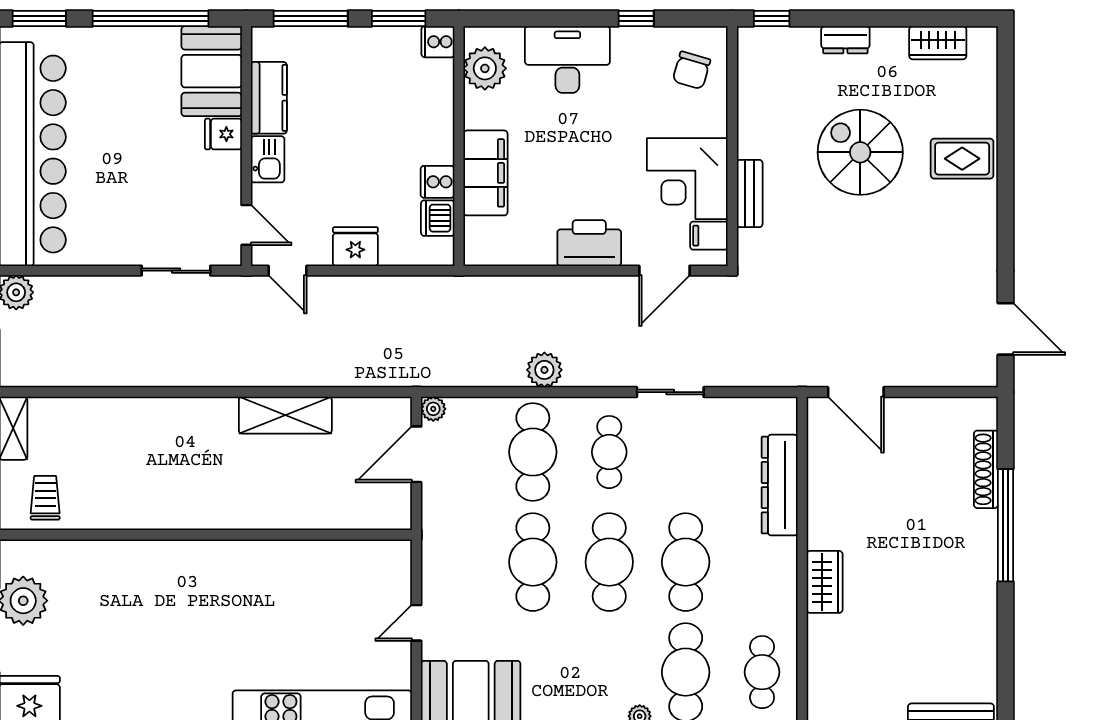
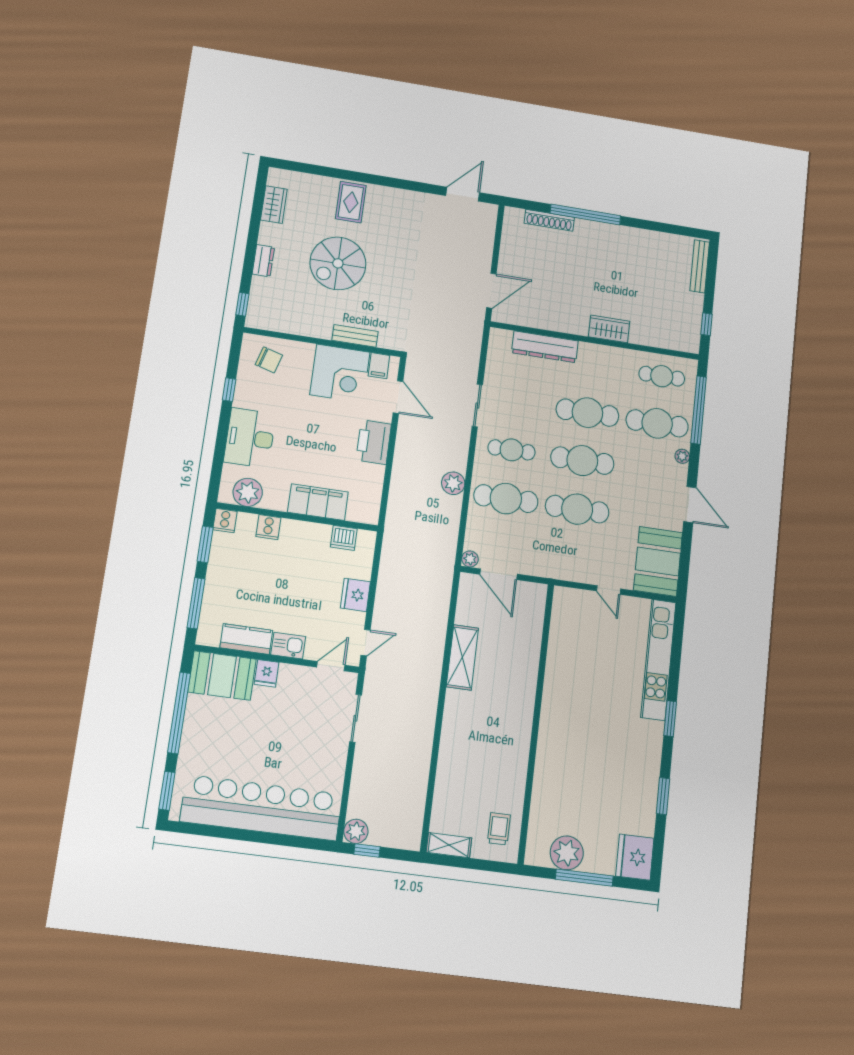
cooker: (438, 182) -> (268, 527), moved
trolley: (45, 498) -> (499, 829), turned 90

